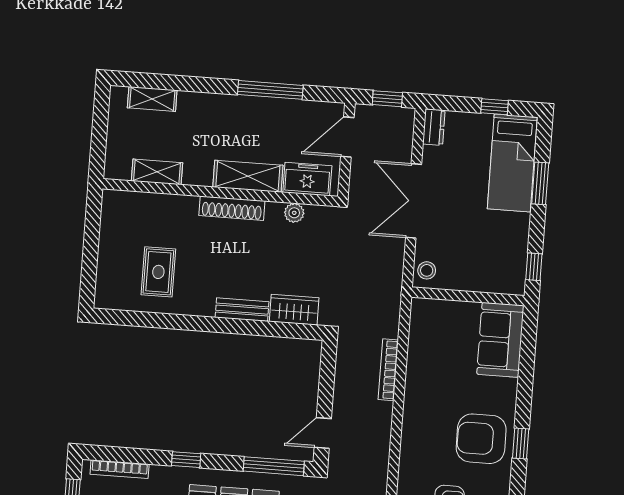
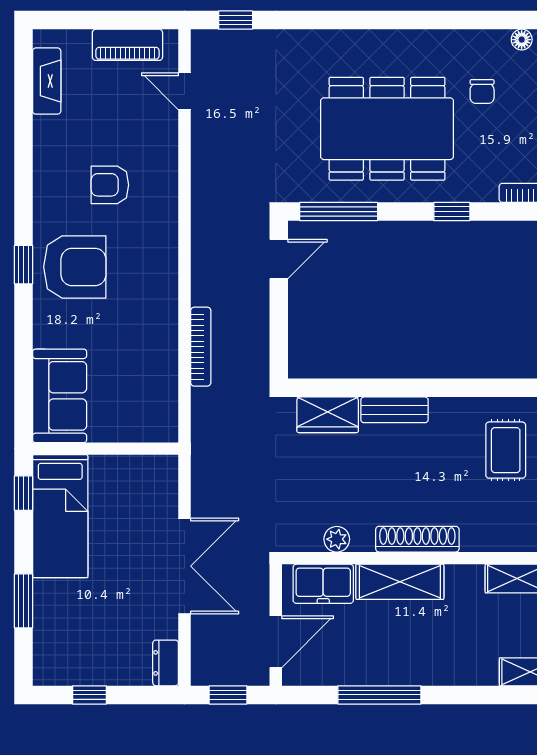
bed: (512, 163) -> (60, 516), moved, turned 180
stool: (427, 270) -> (161, 478), removed

